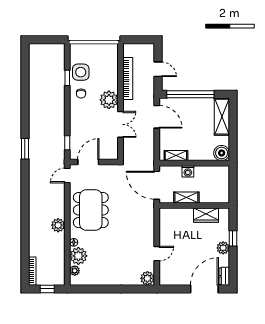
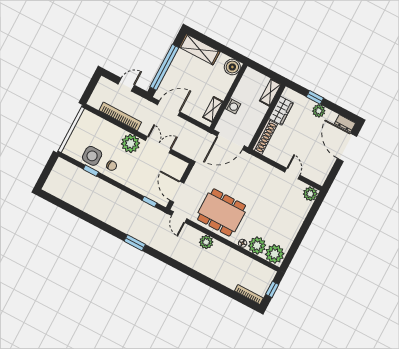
shelving: (186, 197) -> (270, 92), moved
shoe rack: (176, 213) -> (265, 137), added
plant: (58, 225) -> (206, 242), moved
plant: (75, 271) -> (275, 254), width x1.87, depth x1.87

